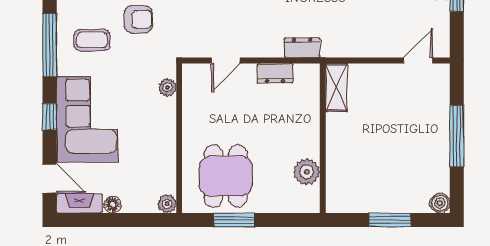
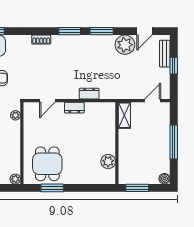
shelving: (336, 87) -> (124, 115), moved
wall: (323, 138) -> (117, 143), moved
plant: (307, 172) -> (108, 162), moved

